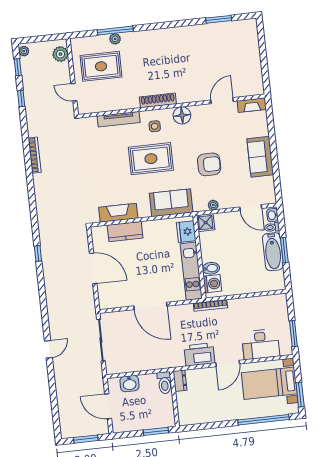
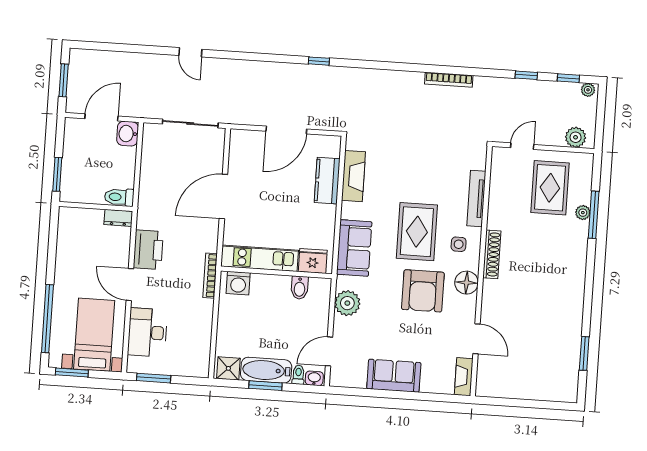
armchair: (209, 164) -> (423, 291), moved, width x1.36, depth x1.36
plant: (213, 205) -> (347, 303), width x1.87, depth x1.87
shower: (206, 223) -> (228, 368), moved
bidet: (211, 268) -> (300, 288), moved
washbasin: (129, 384) -> (128, 134), moved

